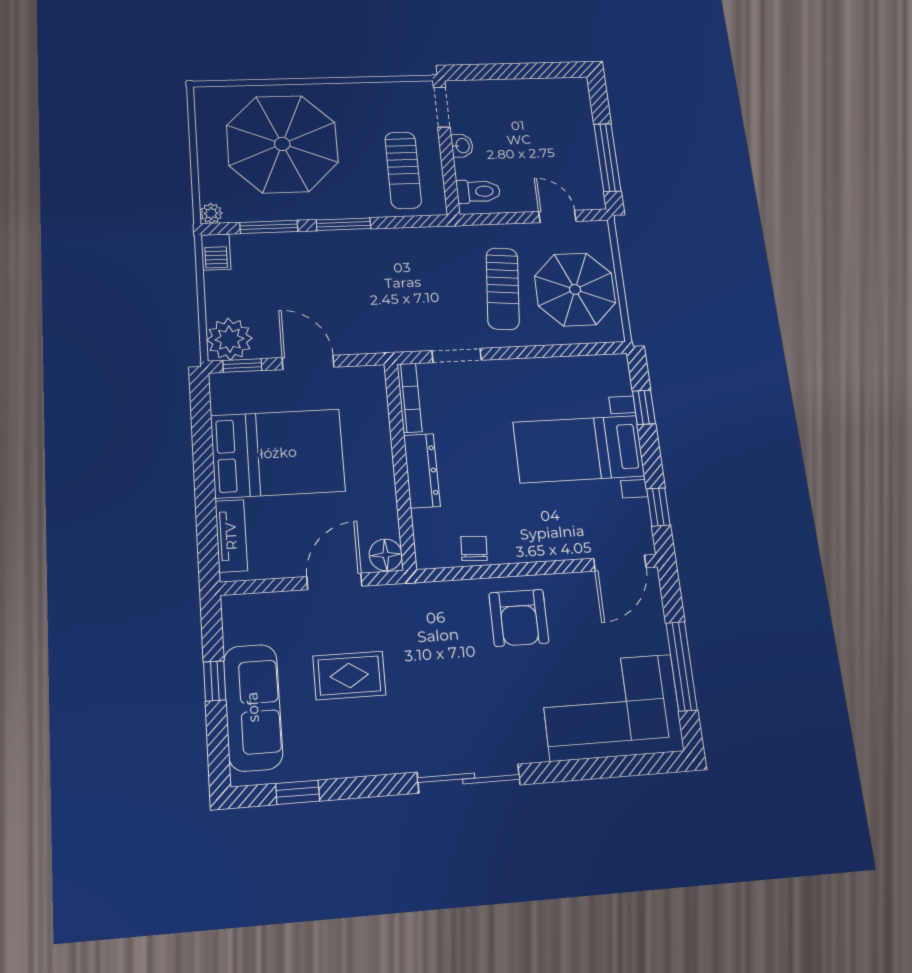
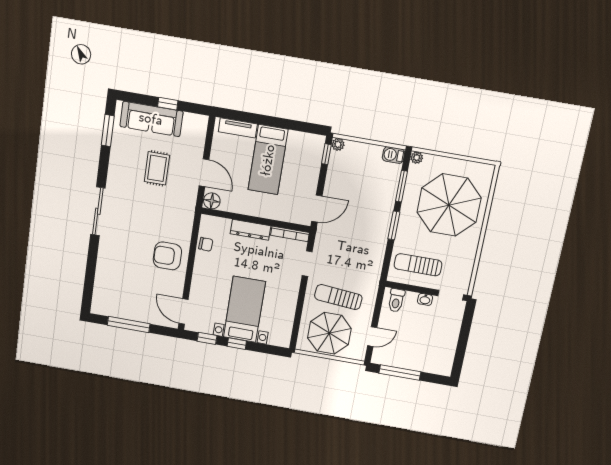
plant: (229, 339) -> (338, 144), width x0.53, depth x0.53
door: (308, 362) -> (317, 209), moved
window: (644, 407) -> (237, 344), moved
bed: (278, 453) -> (268, 160), width x0.67
corner sofa: (611, 707) -> (117, 286), removed
window: (298, 792) -> (108, 131), width x1.50

